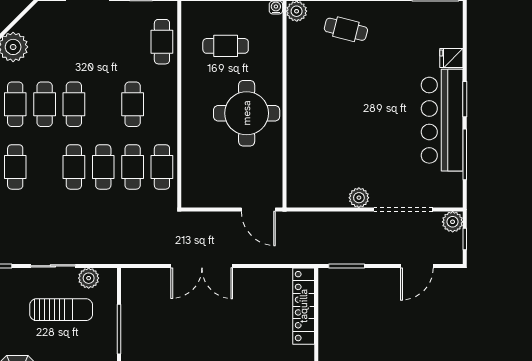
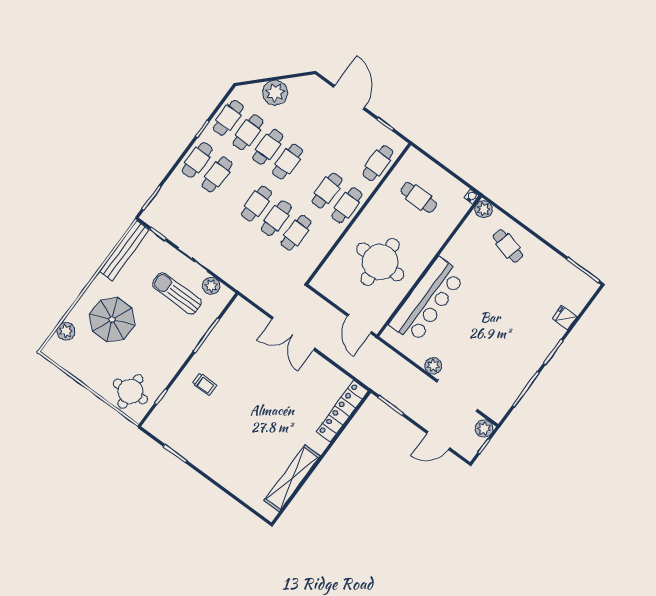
round table: (247, 113) -> (380, 262), moved
bar counter: (442, 120) -> (427, 301), moved, turned 180
cafe table: (162, 167) -> (347, 205), moved
sun lounger: (61, 310) -> (177, 293), turned 180

